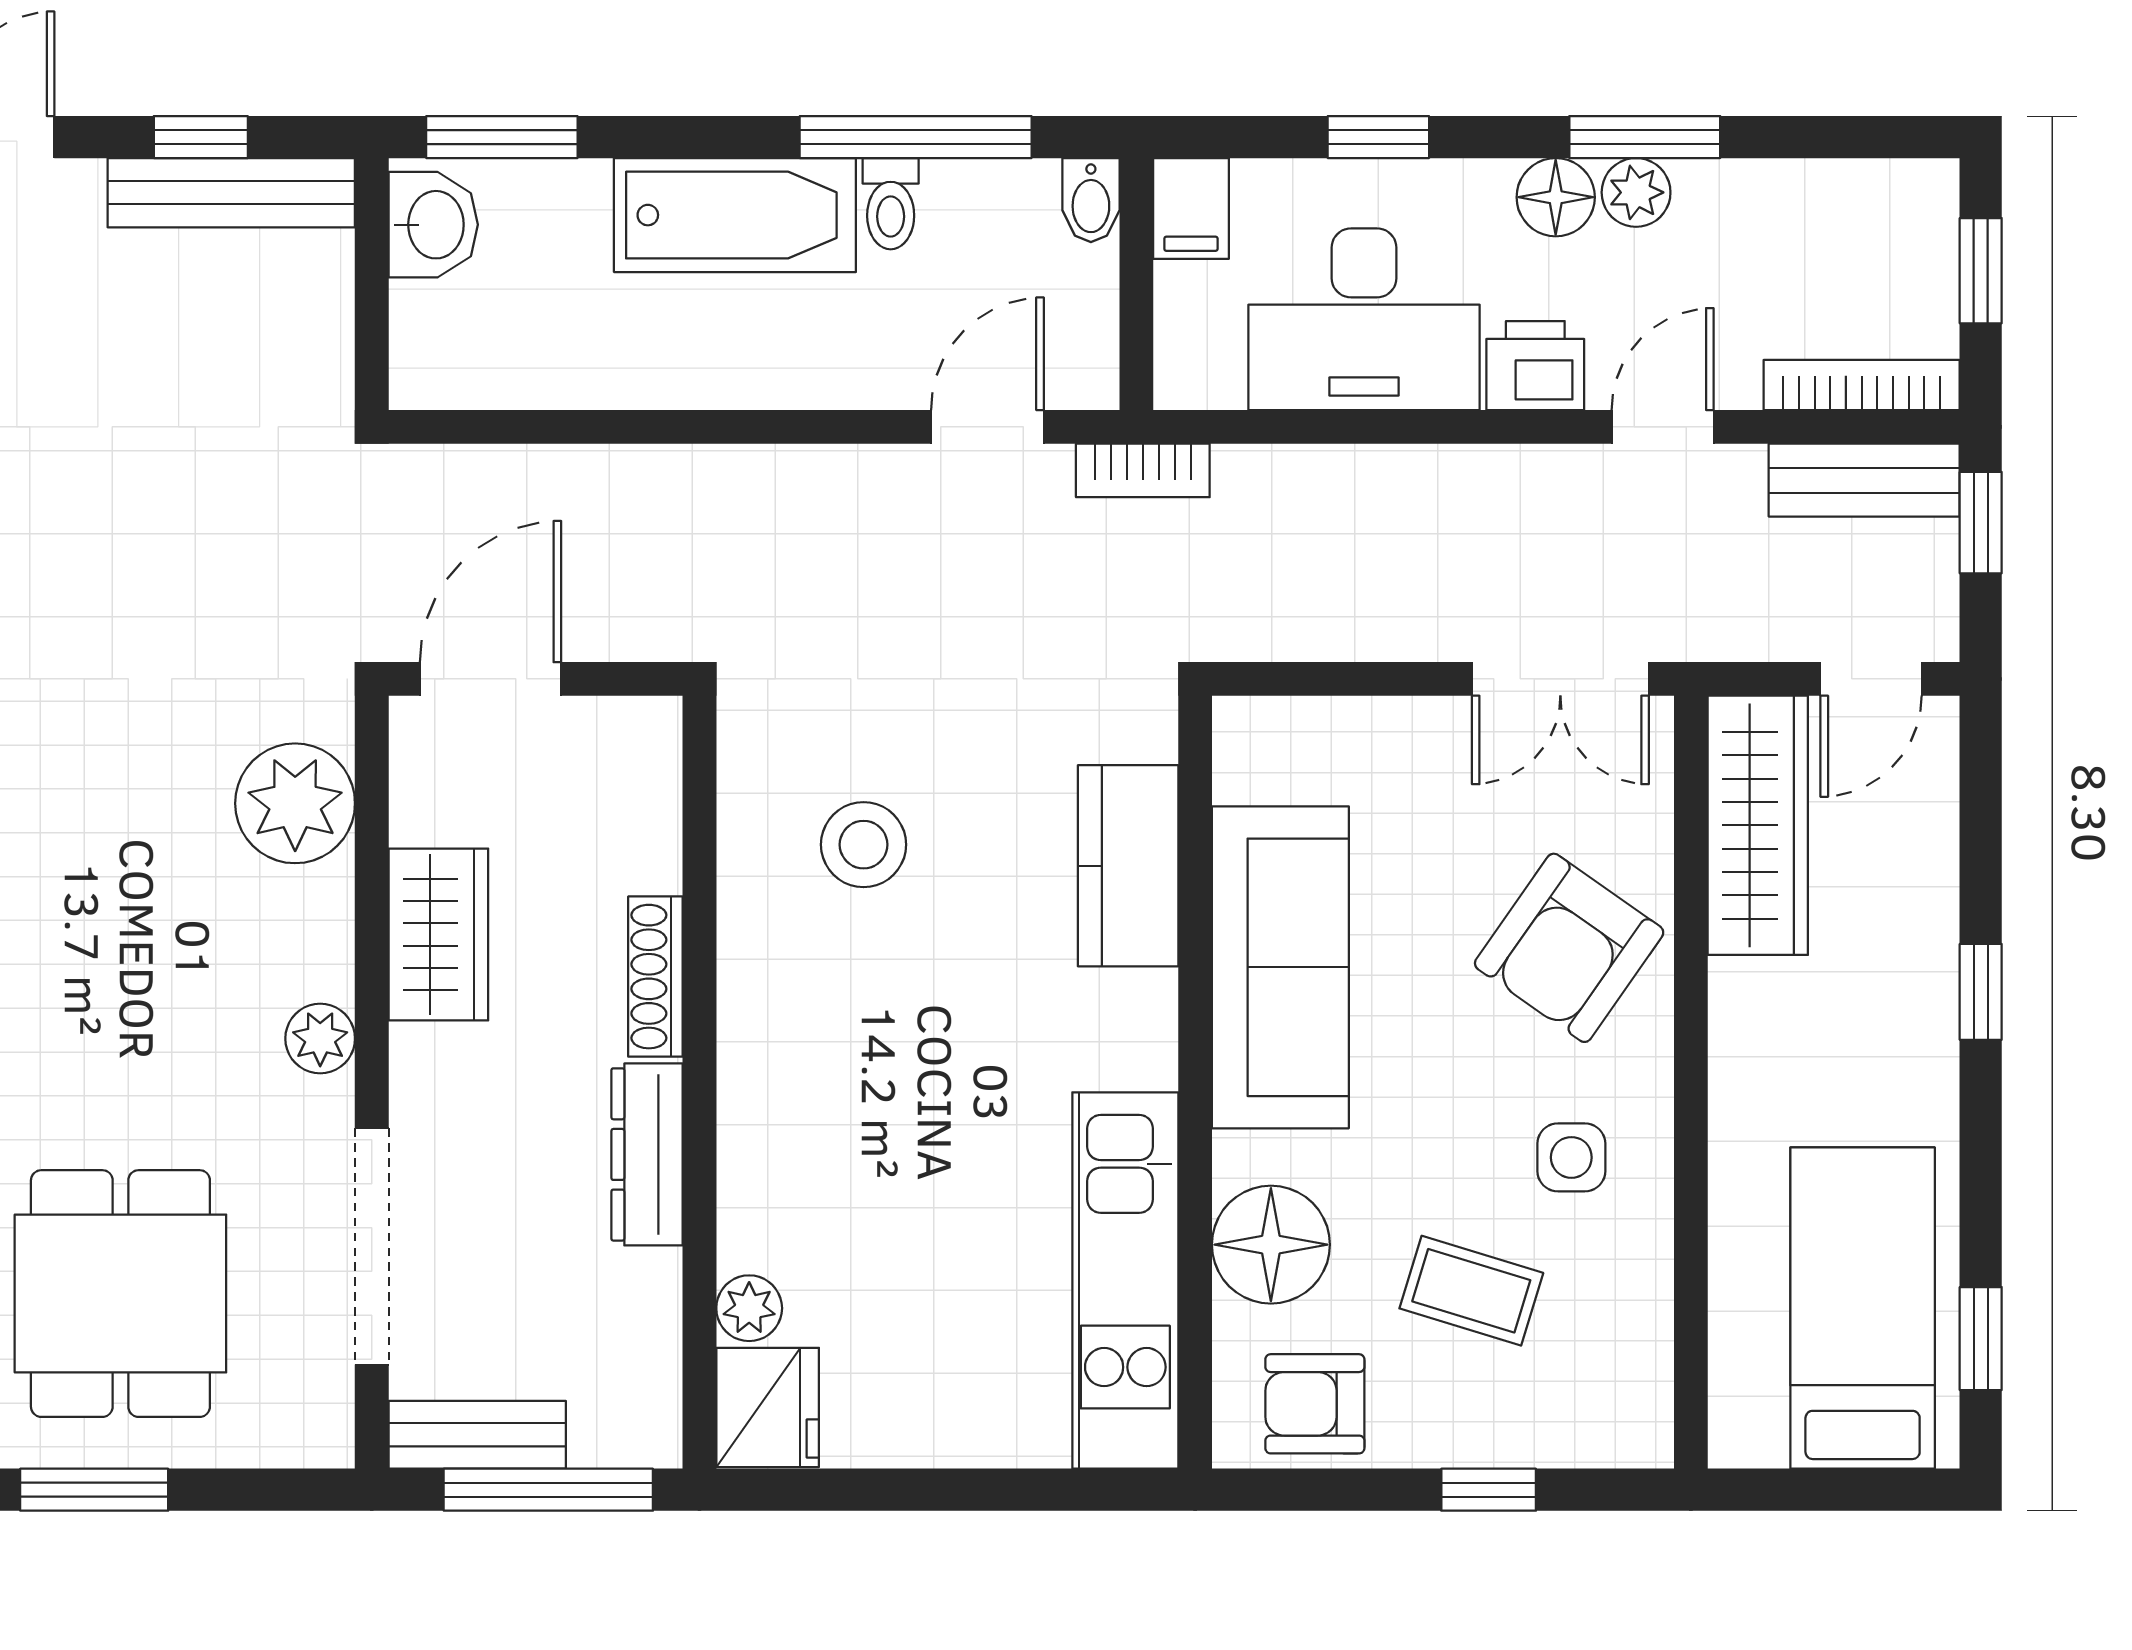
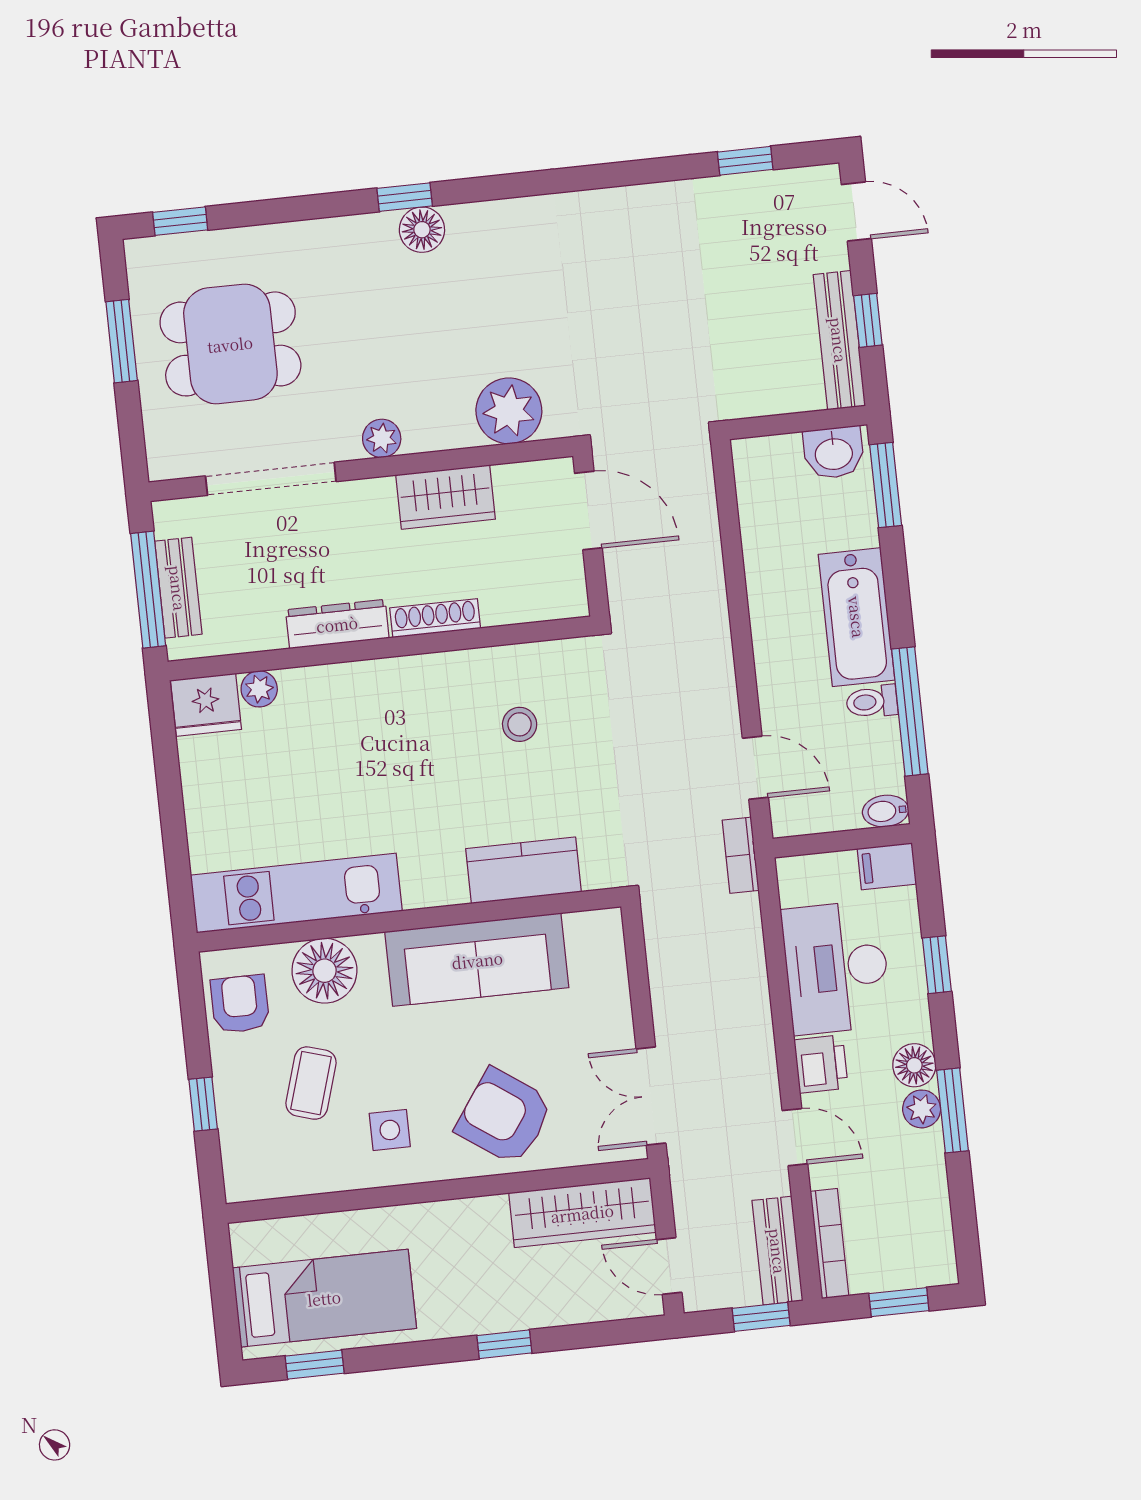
stool: (864, 845) -> (520, 724), width x0.73, depth x0.73
bench: (477, 1435) -> (178, 588), moved

